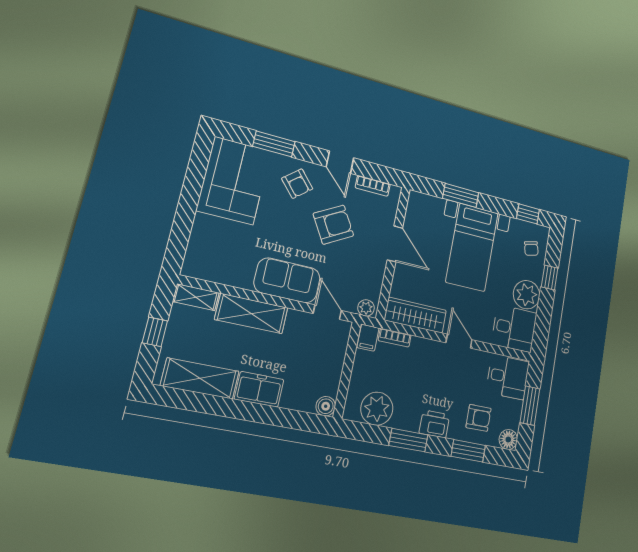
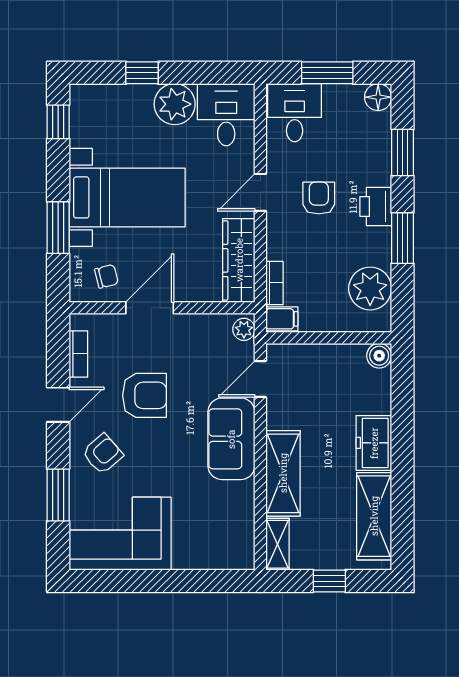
armchair: (333, 225) -> (145, 395), turned 120
chair: (531, 249) -> (106, 276), moved
armchair: (478, 418) -> (319, 198), moved

